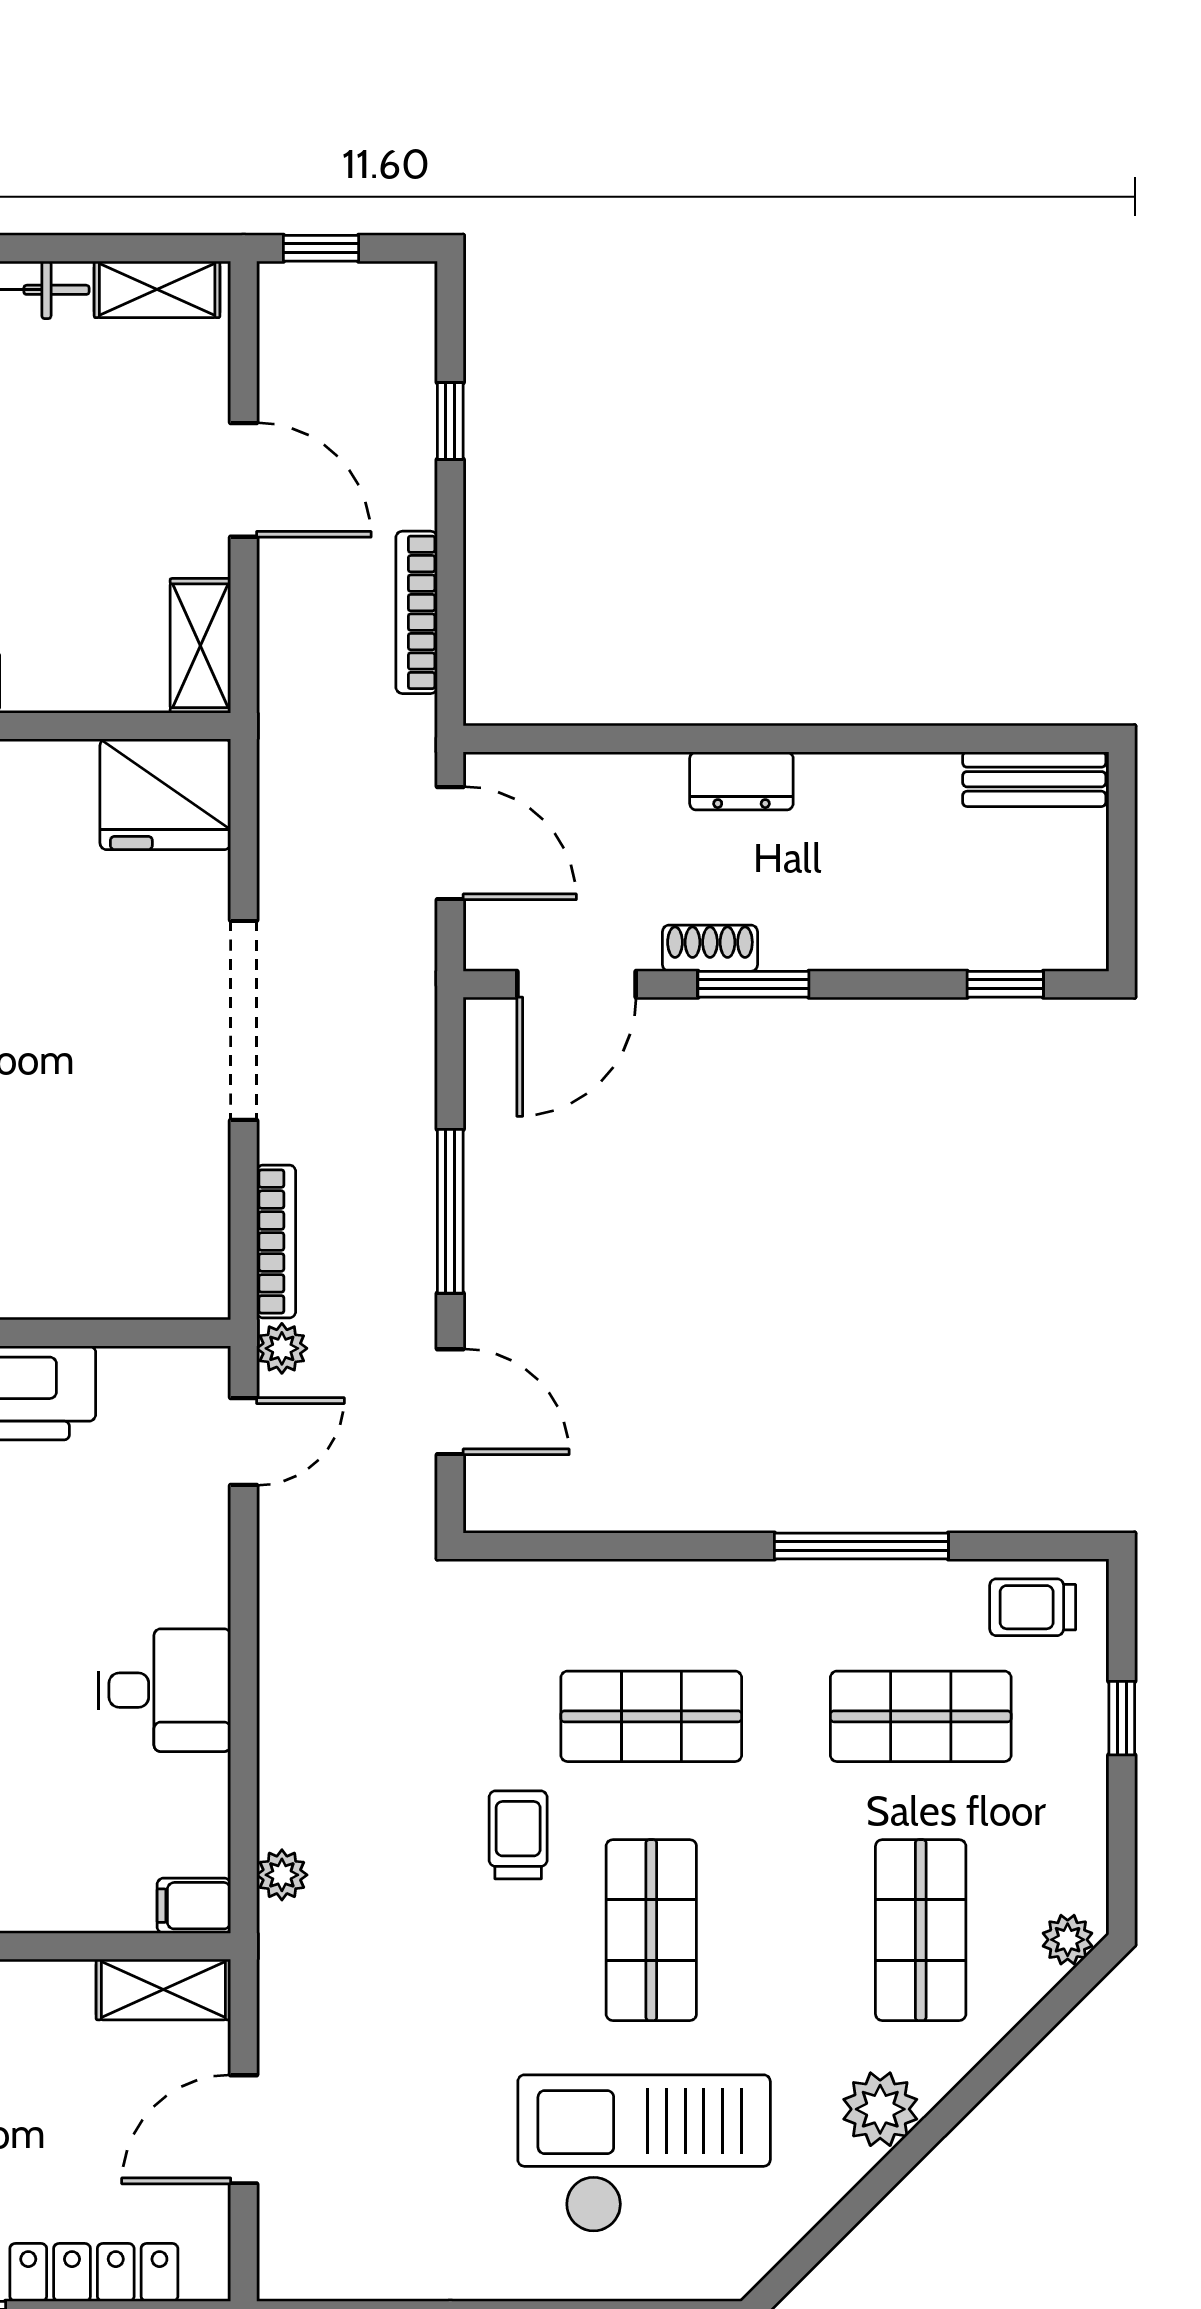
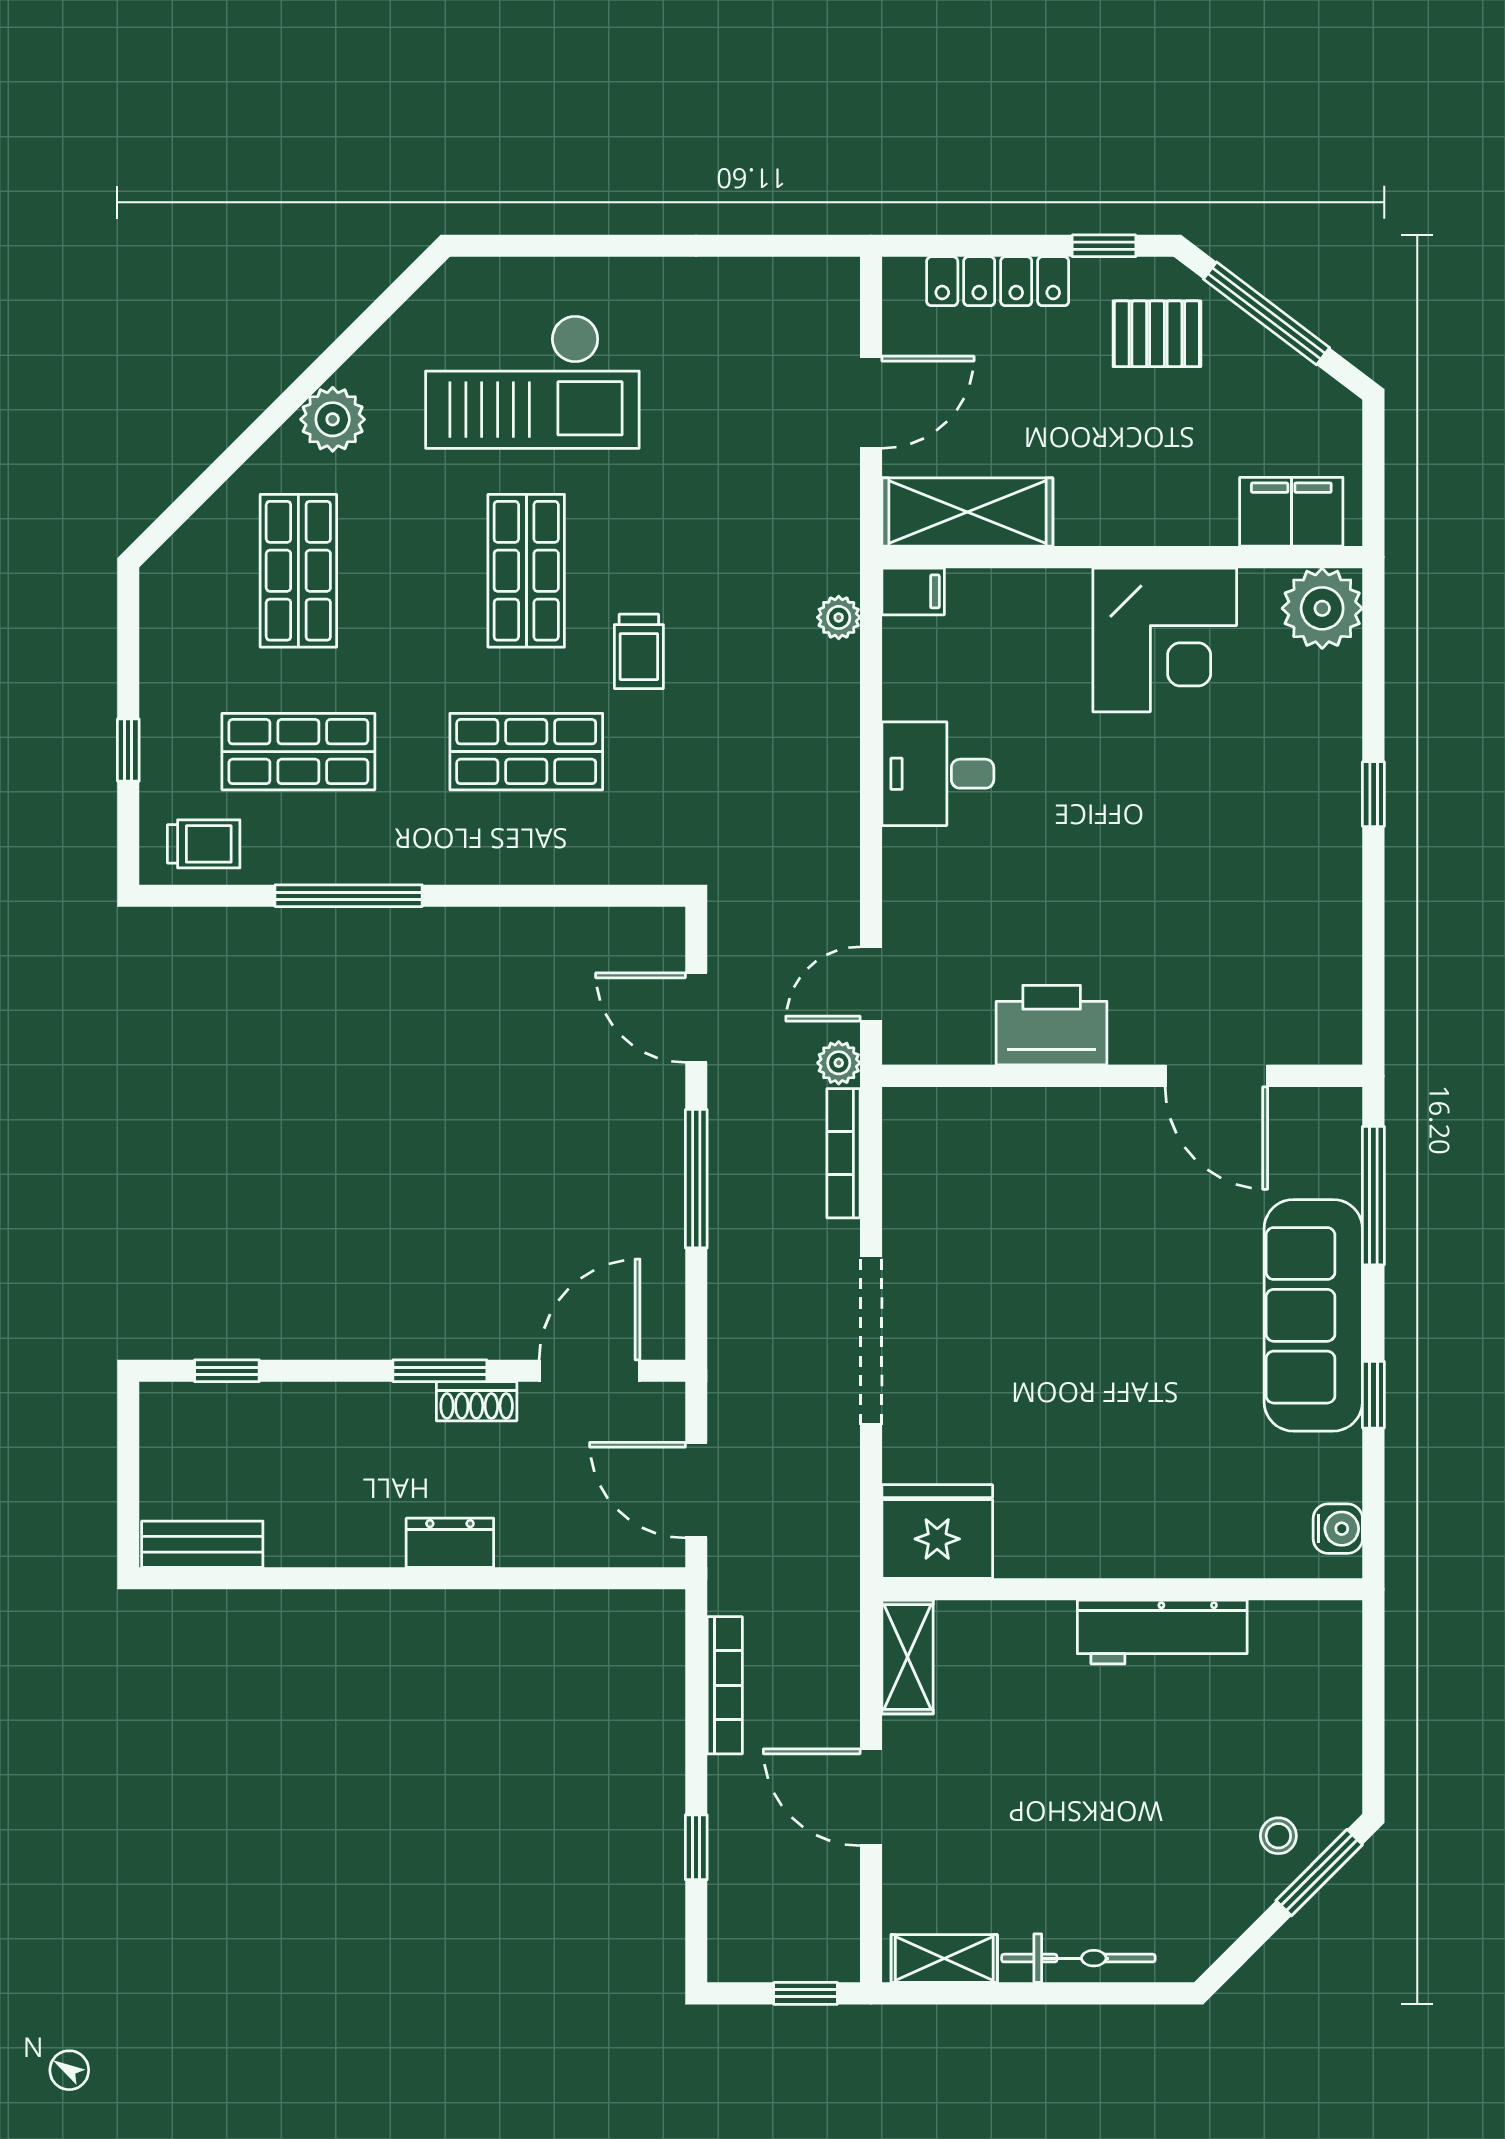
plant: (1068, 1940) -> (174, 563), removed
shelving: (163, 1989) -> (967, 512), width x1.50, depth x1.33

